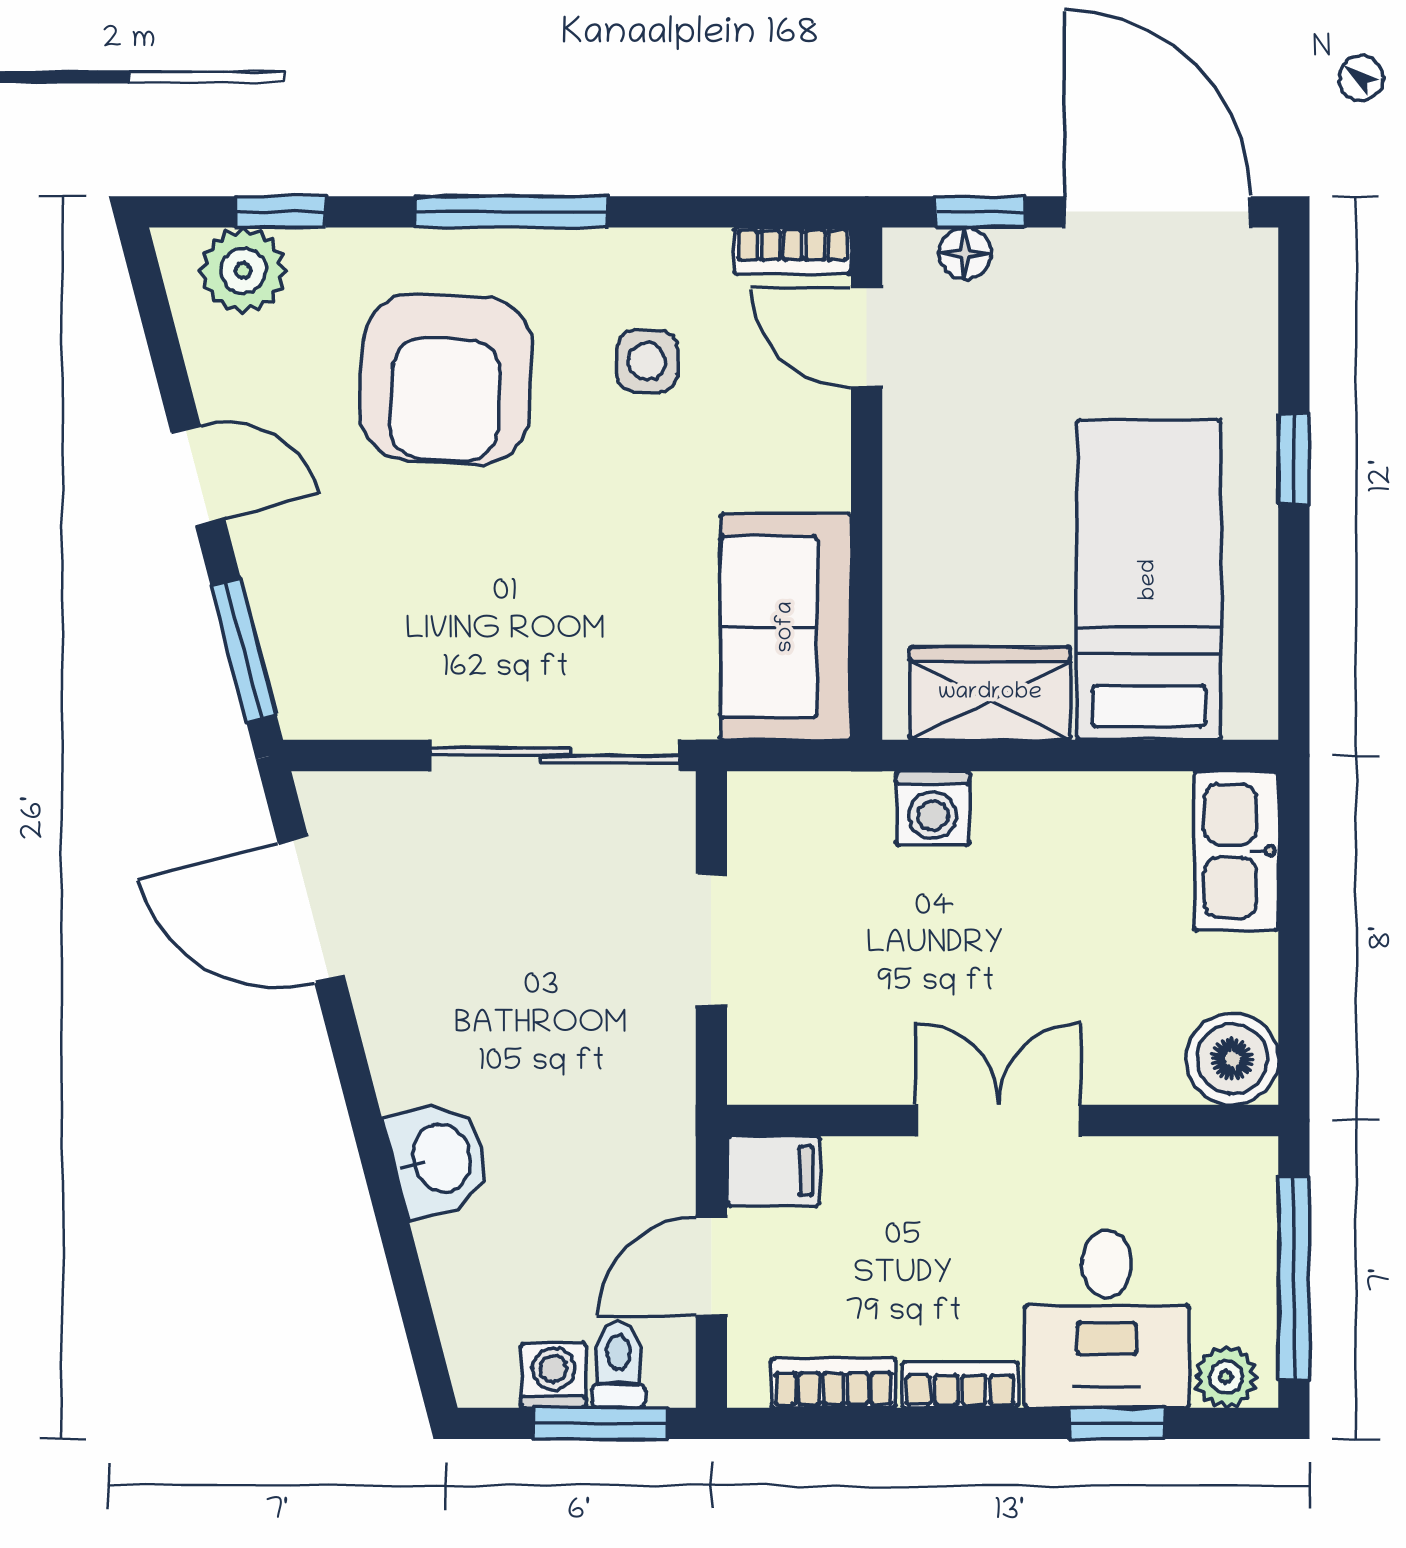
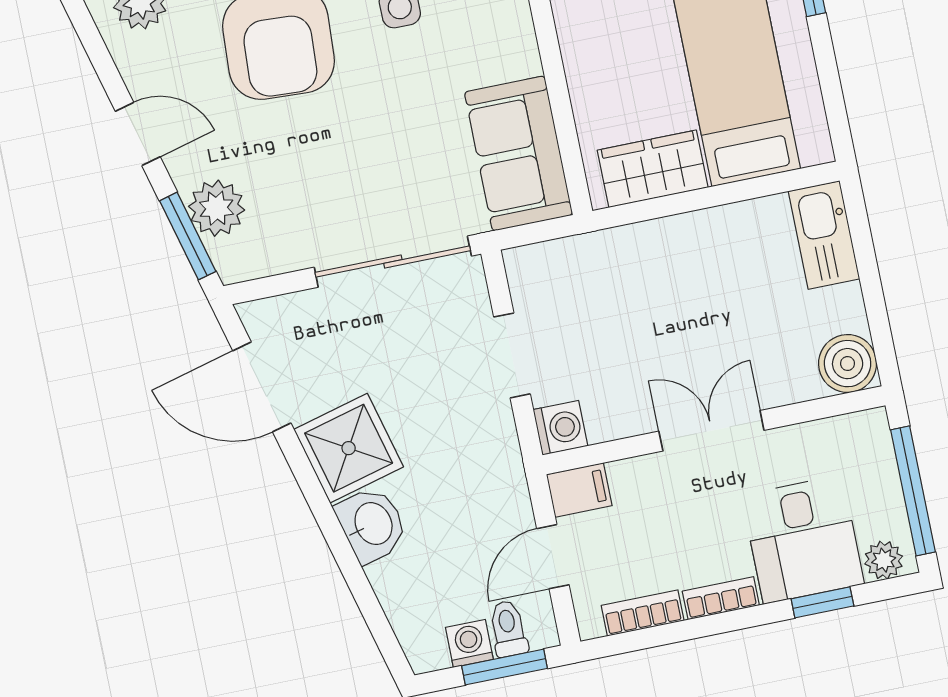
plant: (297, 616) -> (217, 208), added
washing machine: (933, 808) -> (560, 428), moved, turned -90
shower: (427, 1032) -> (349, 448), added

